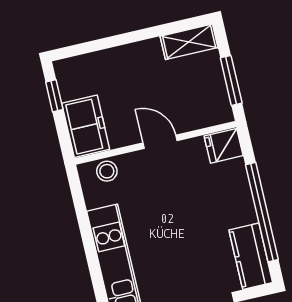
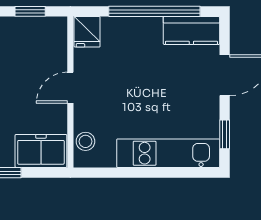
window: (231, 80) -> (30, 11), width x0.67

